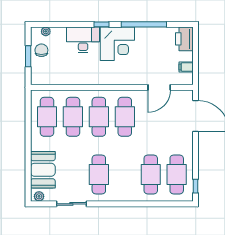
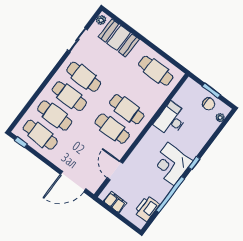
printer: (184, 39) -> (147, 209), moved, turned -90
desk: (83, 40) -> (171, 120), moved, turned 180
filing cabinet: (186, 67) -> (115, 202), width x2.00
cafe table: (73, 117) -> (69, 96), moved

